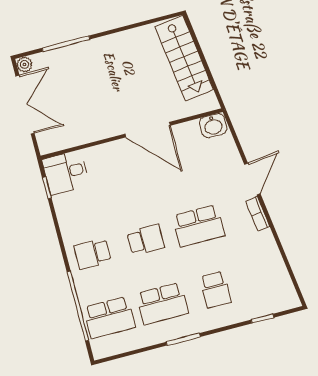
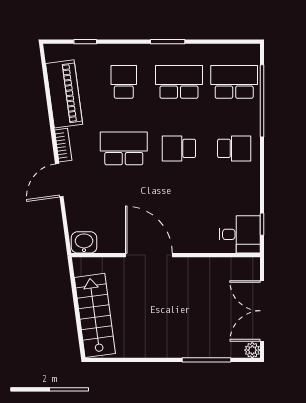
piano: (270, 263) -> (64, 94), added

